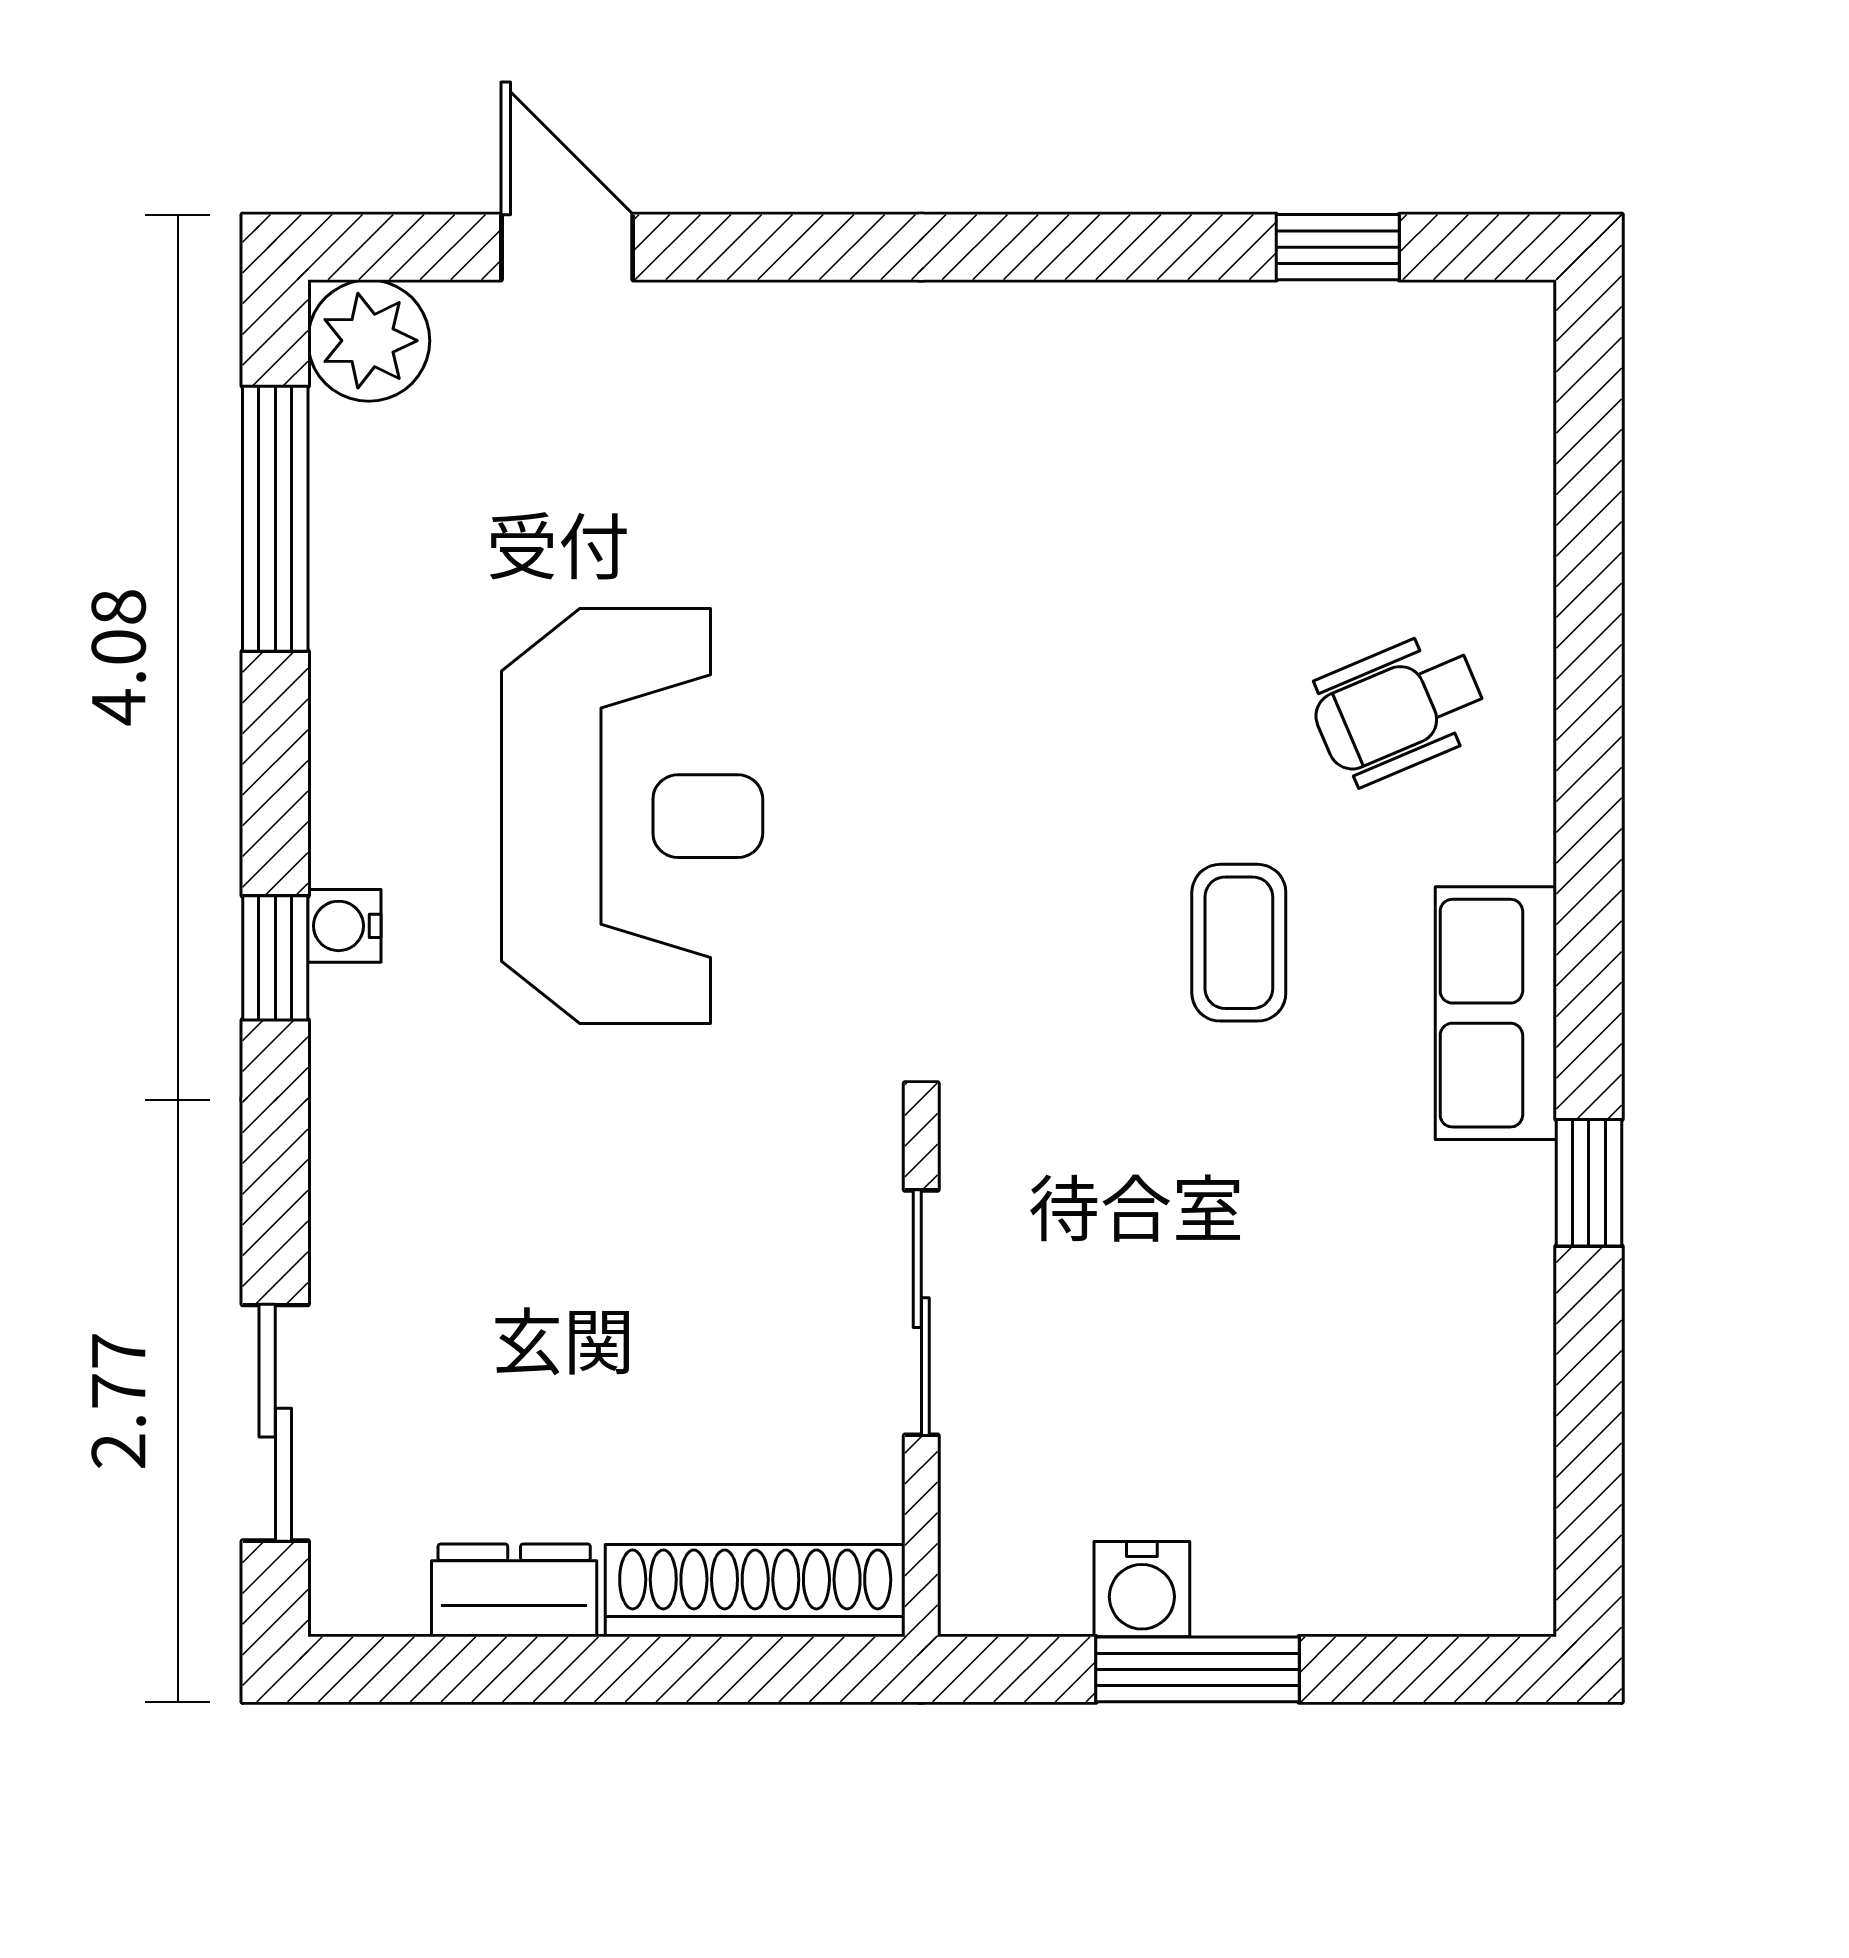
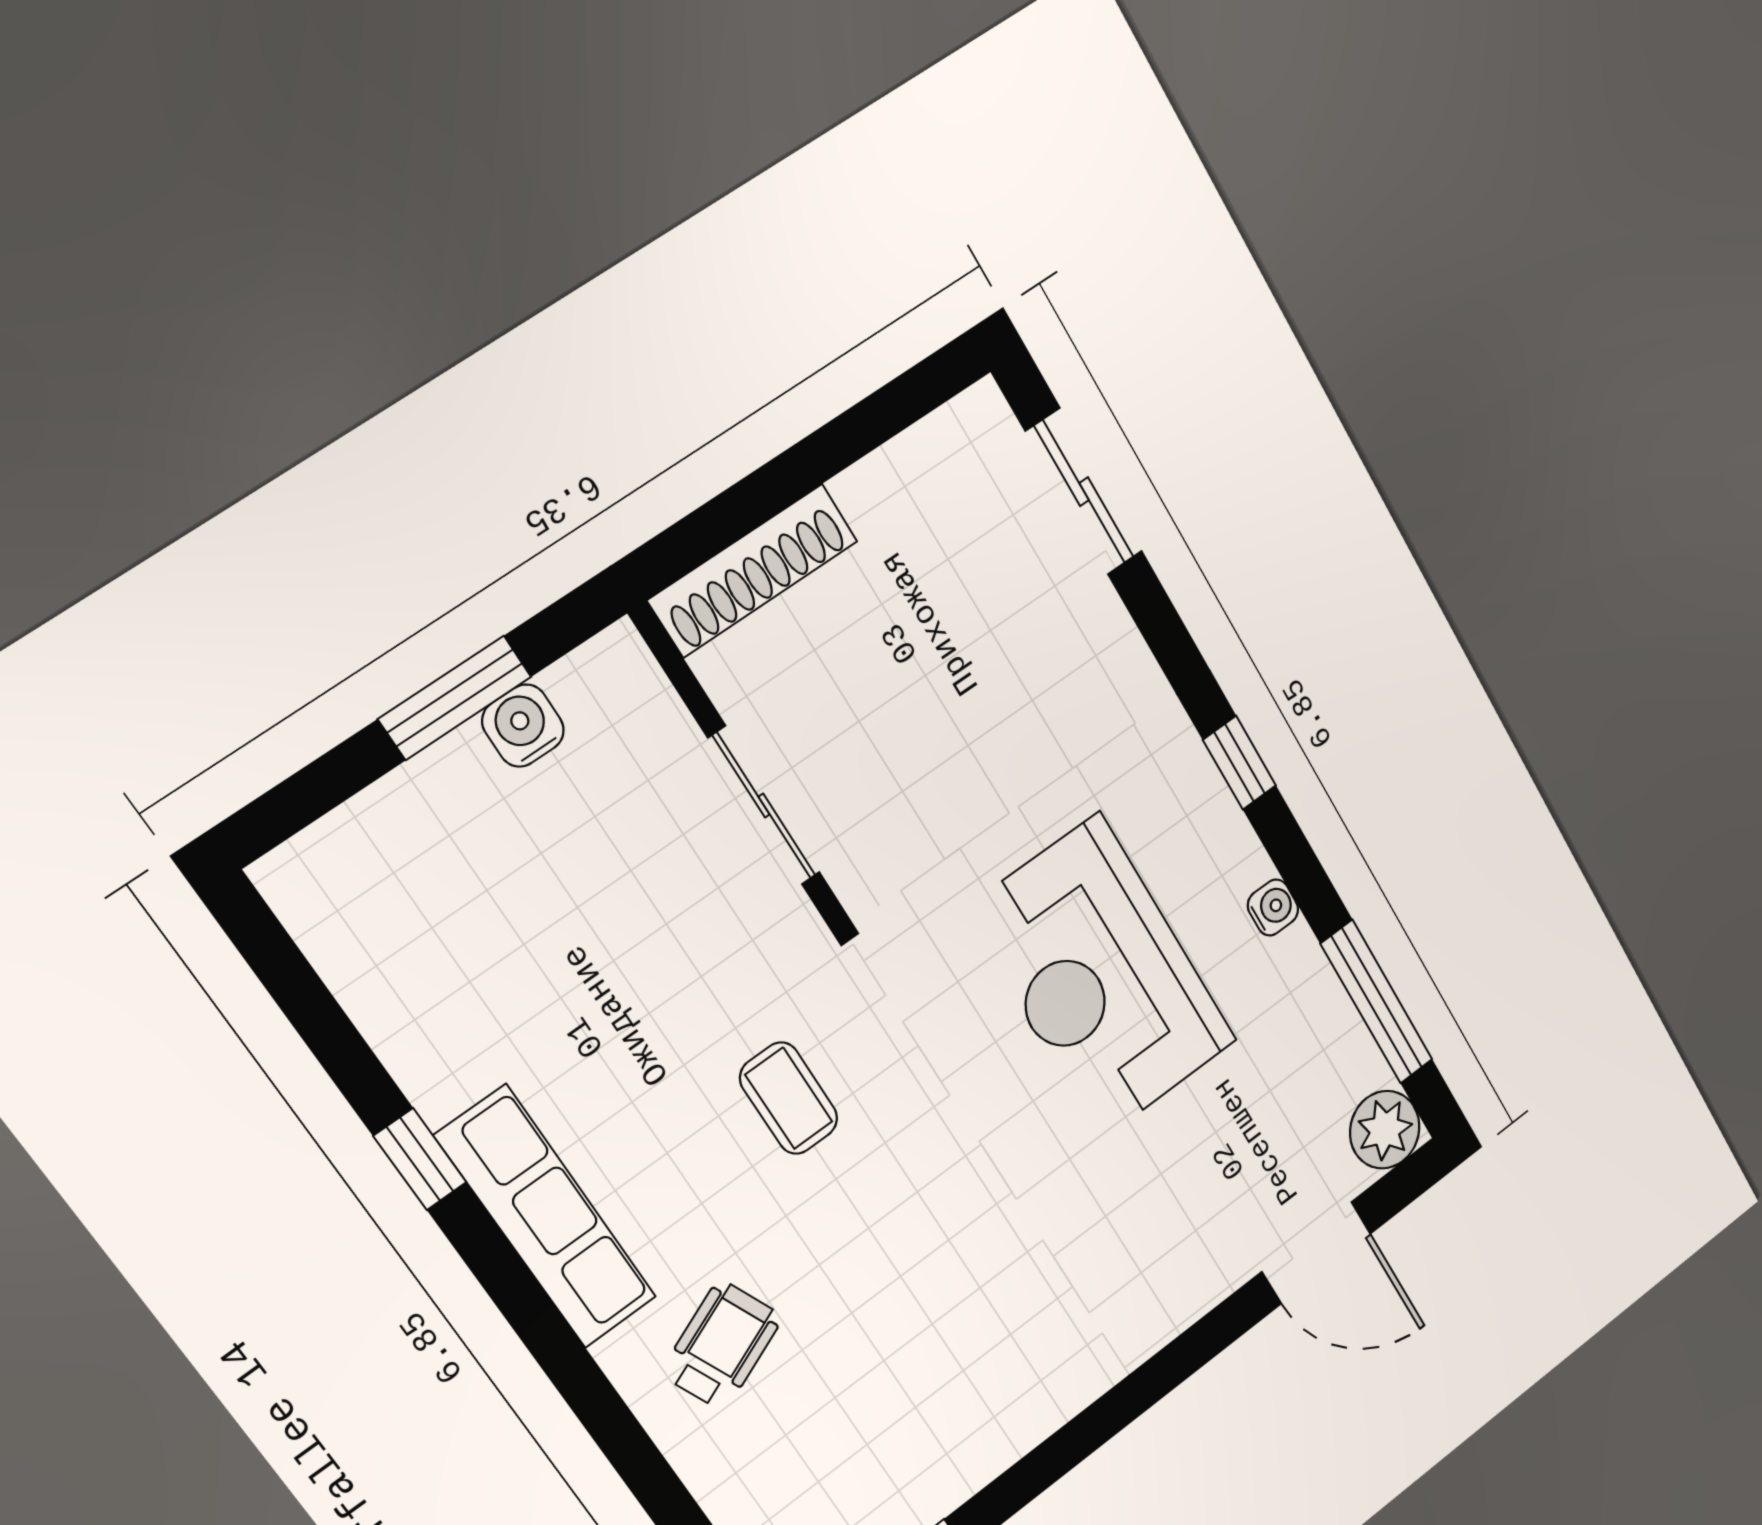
door: (567, 247) -> (1316, 1253), width x1.38
water cooler: (344, 926) -> (1273, 907), moved
coffee table: (1239, 943) -> (789, 1098), moved
row of seats: (1496, 1013) -> (546, 1217), width x1.48
dresser: (514, 1590) -> (892, 478), removed

